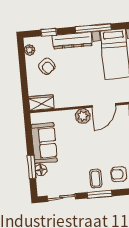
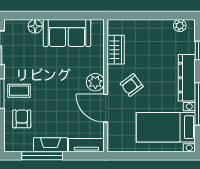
armchair: (47, 66) -> (132, 85), moved
wardrobe: (41, 103) -> (116, 50), moved
window: (32, 167) -> (40, 15), removed

